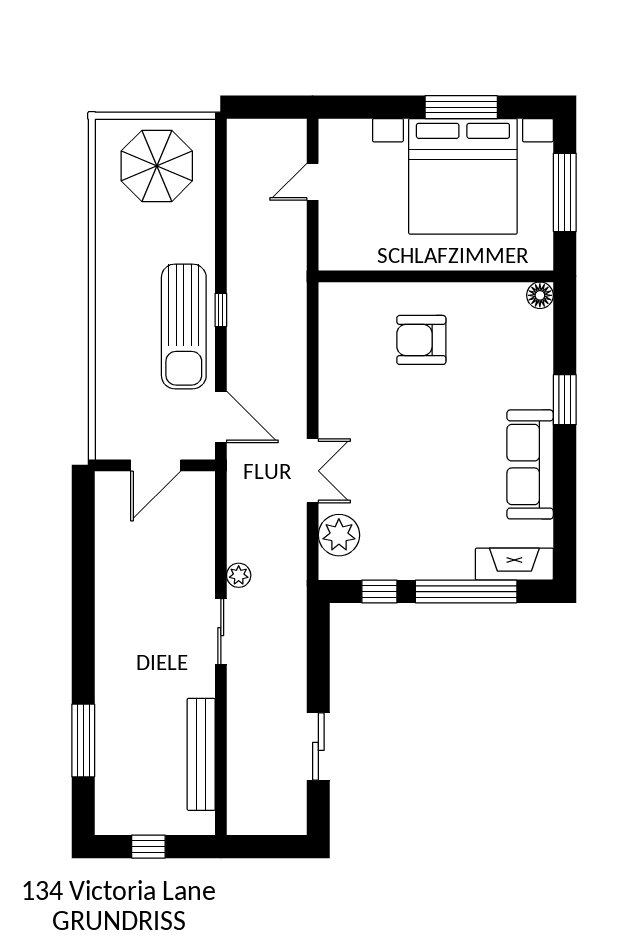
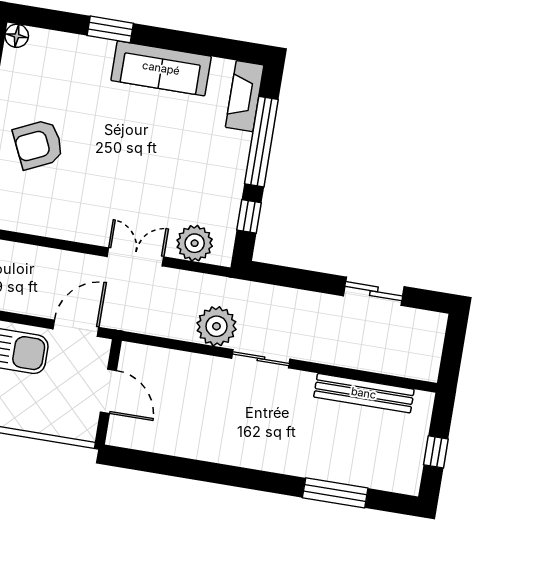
armchair: (421, 340) -> (38, 144), turned 65
plant: (239, 575) -> (216, 326), width x1.88, depth x1.88

